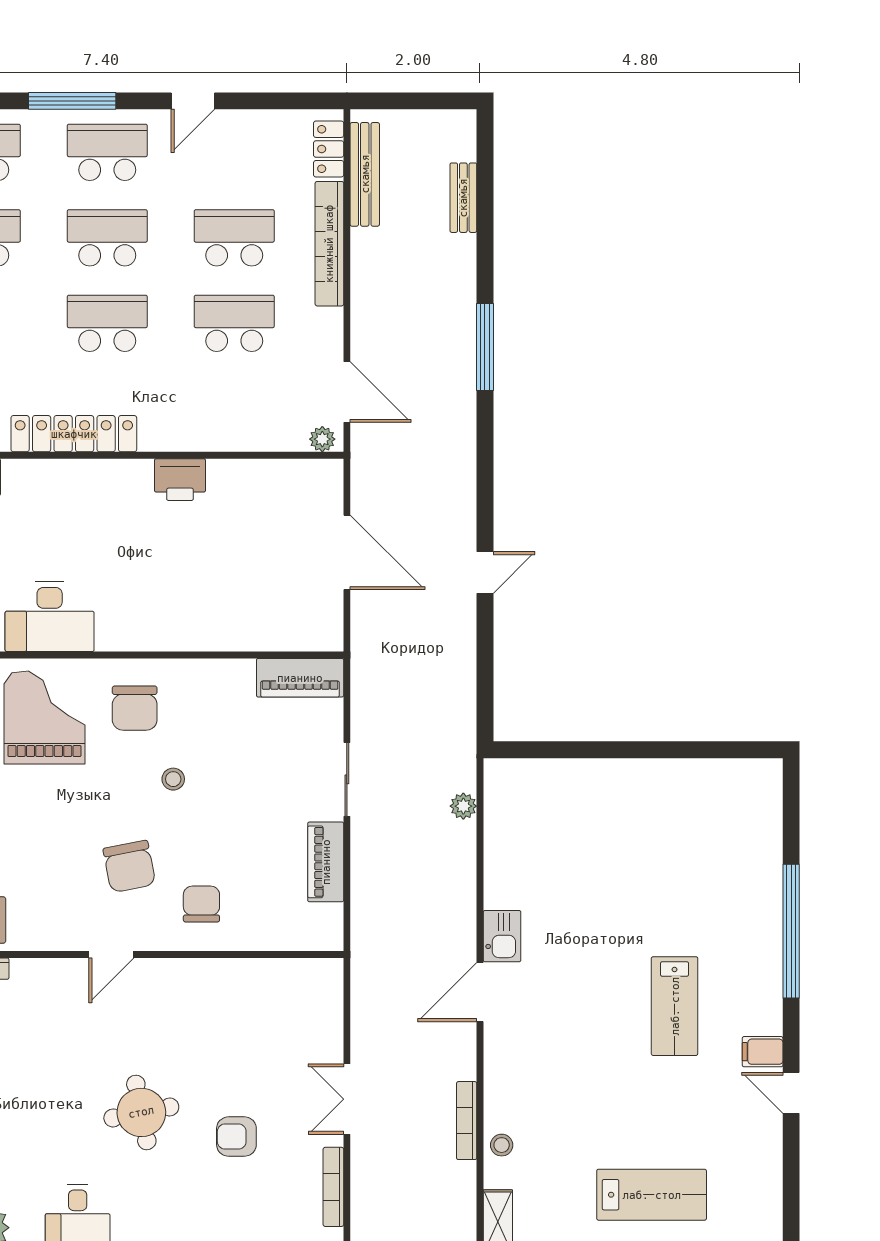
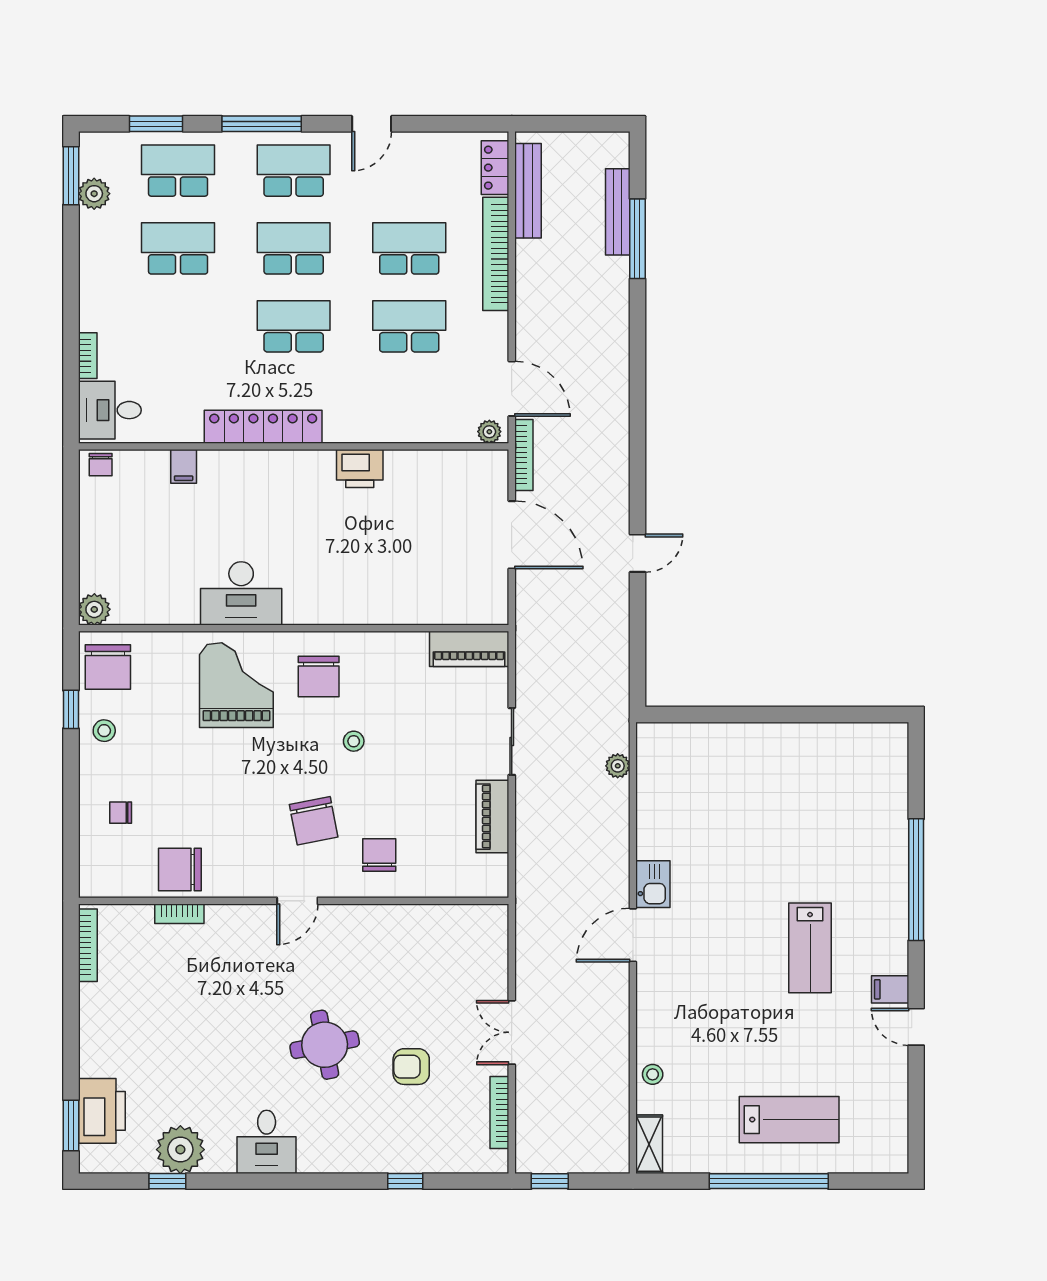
bench: (463, 198) -> (618, 212), width x1.36
window: (485, 347) -> (637, 239), moved
bookcase: (467, 1121) -> (524, 455), moved, turned 180

